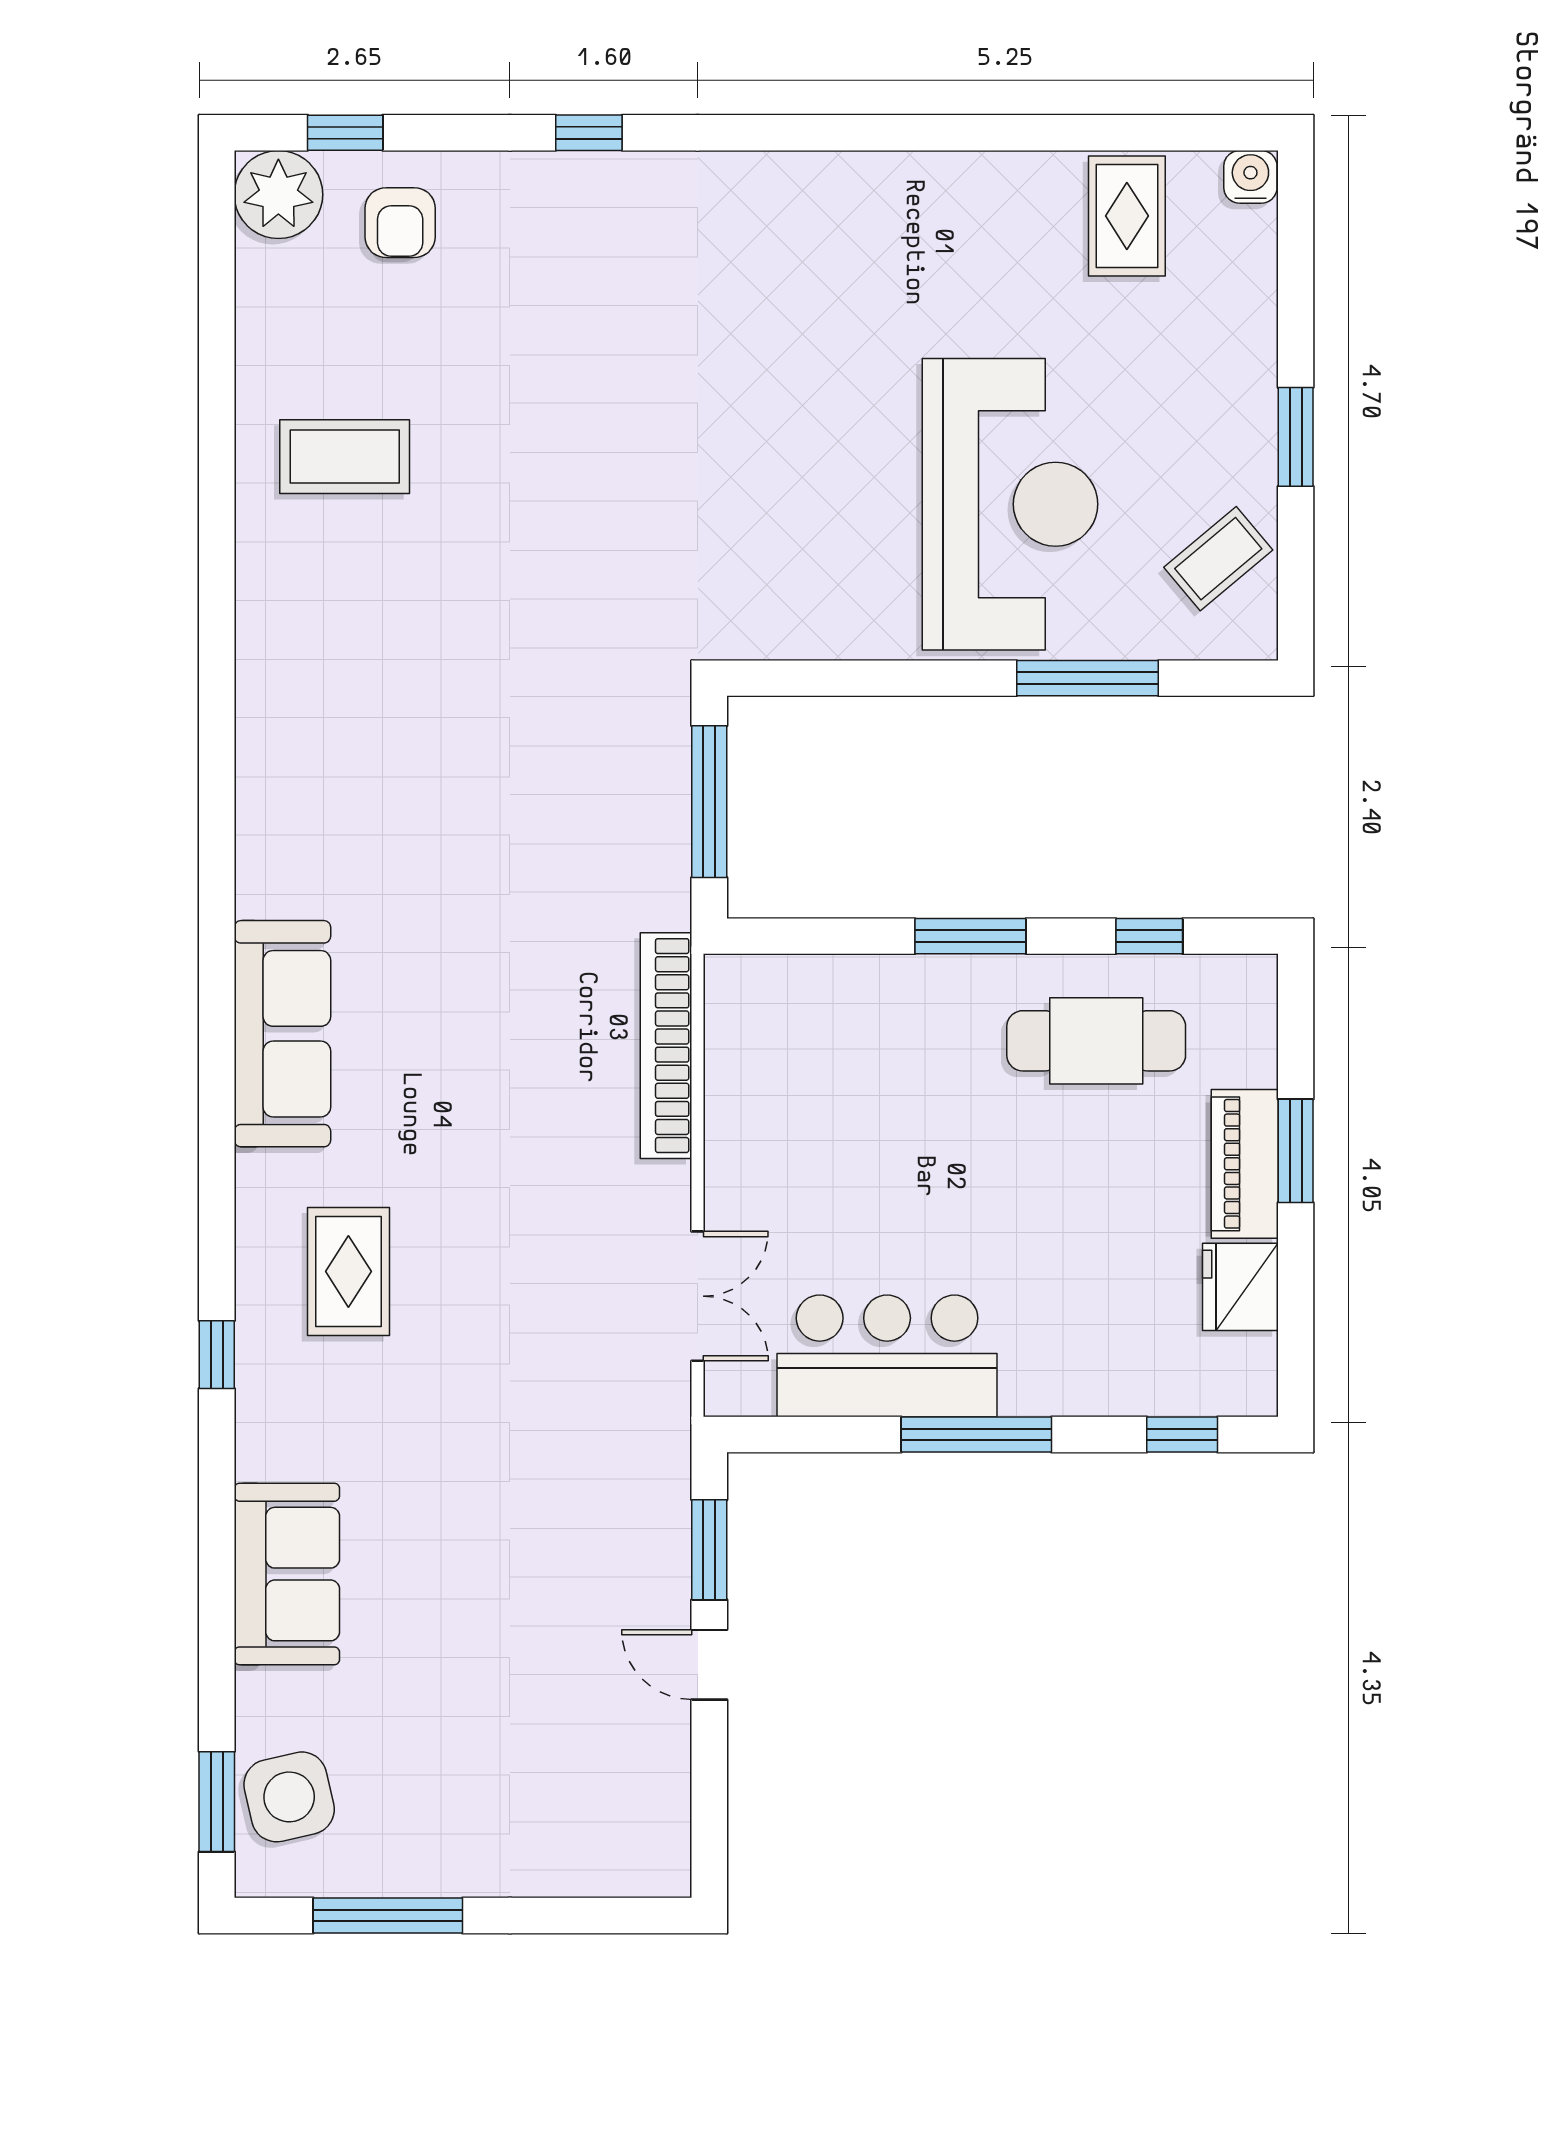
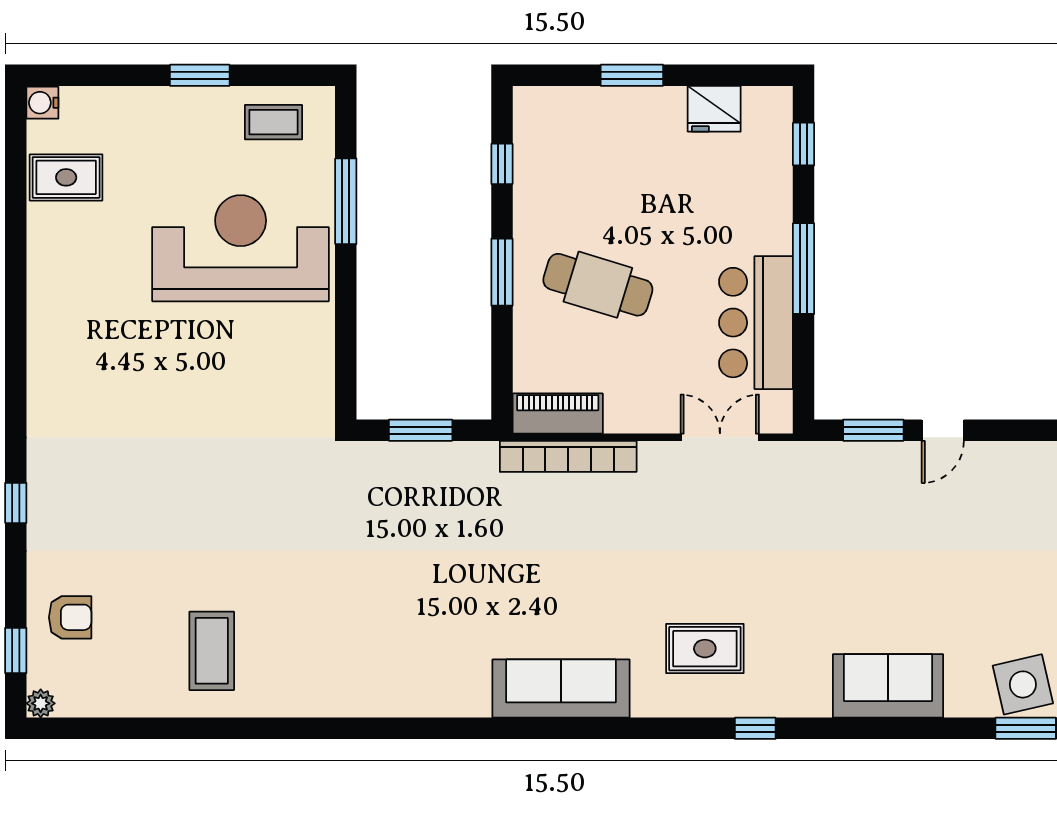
plant: (278, 195) -> (41, 703), width x0.53, depth x0.53
coffee table: (1218, 559) -> (273, 122), turned -50
window: (709, 802) -> (421, 430), width x0.69
cafe table: (1096, 1041) -> (598, 285), moved, turned -73
piano: (1245, 1164) -> (558, 414), moved, turned 180

